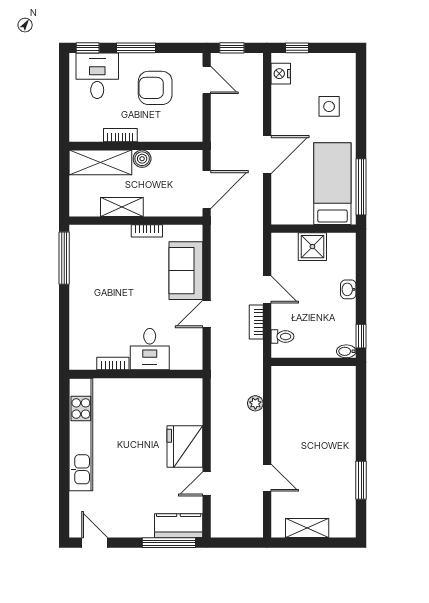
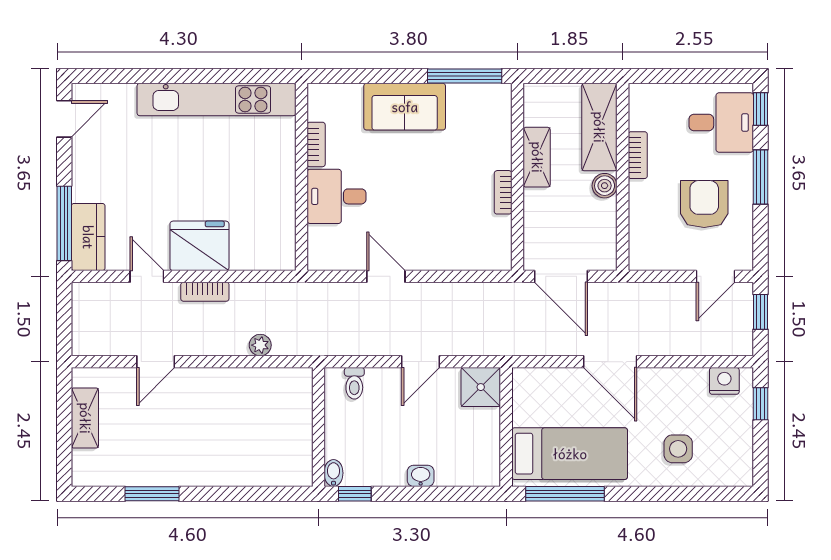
shower: (312, 247) -> (481, 387), moved
sofa: (186, 271) -> (405, 107), moved, turned 180
bookcase: (256, 322) -> (205, 292), moved, turned 180

